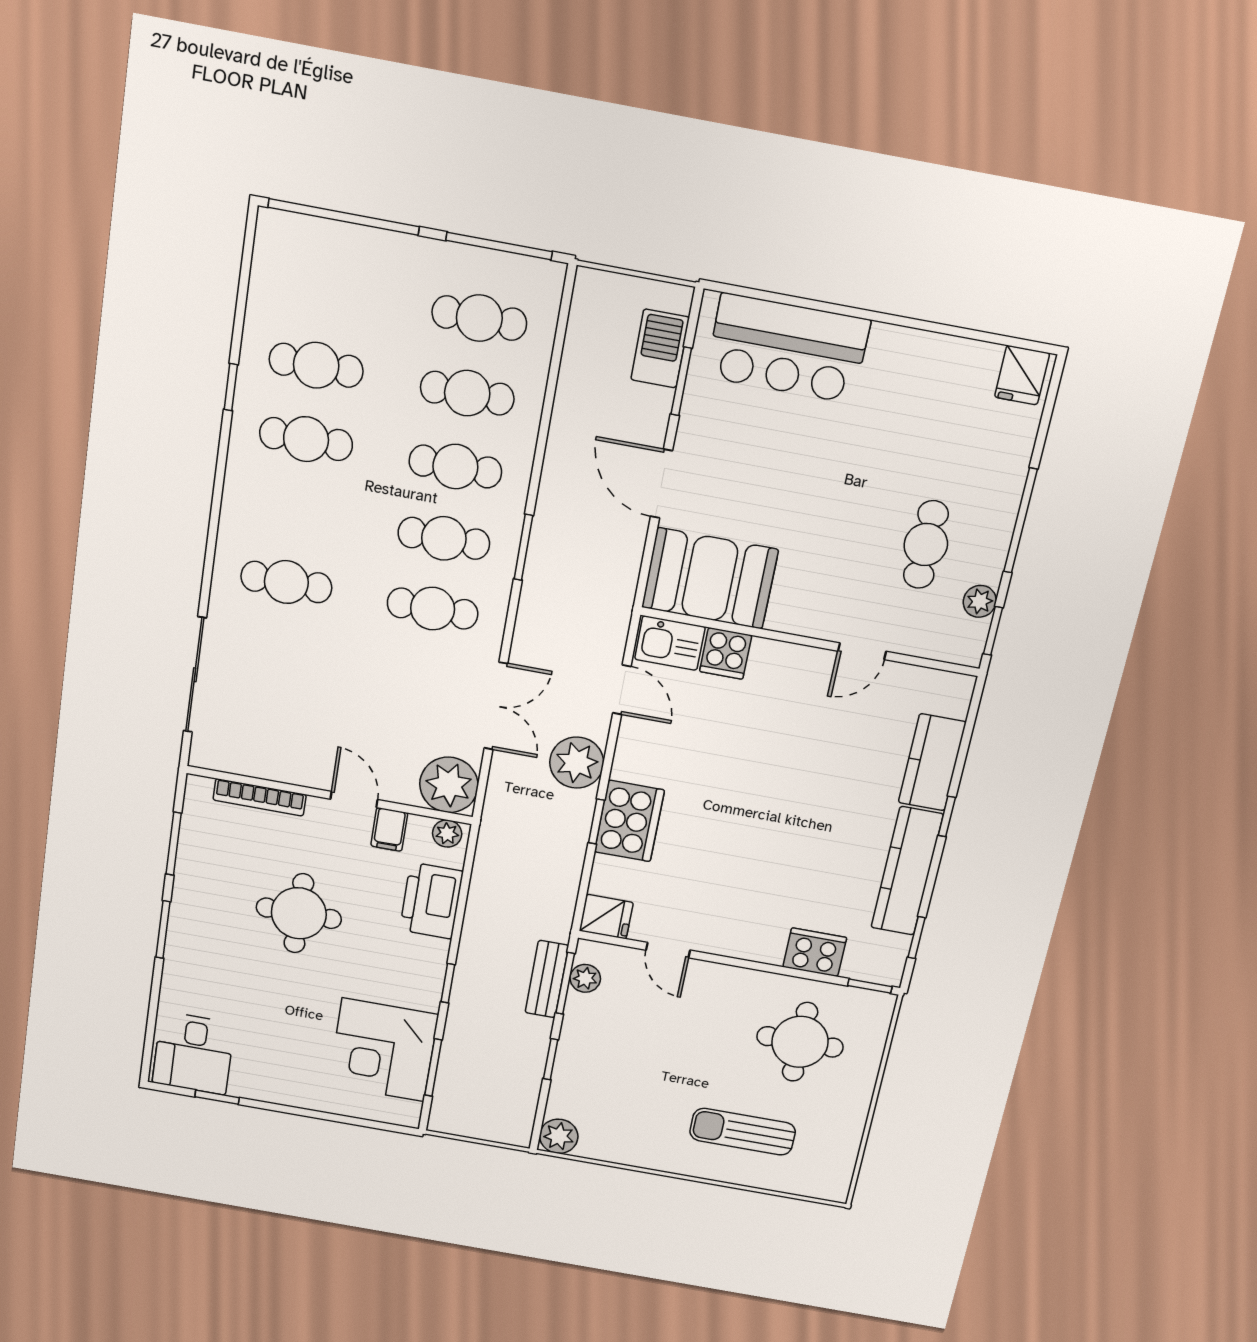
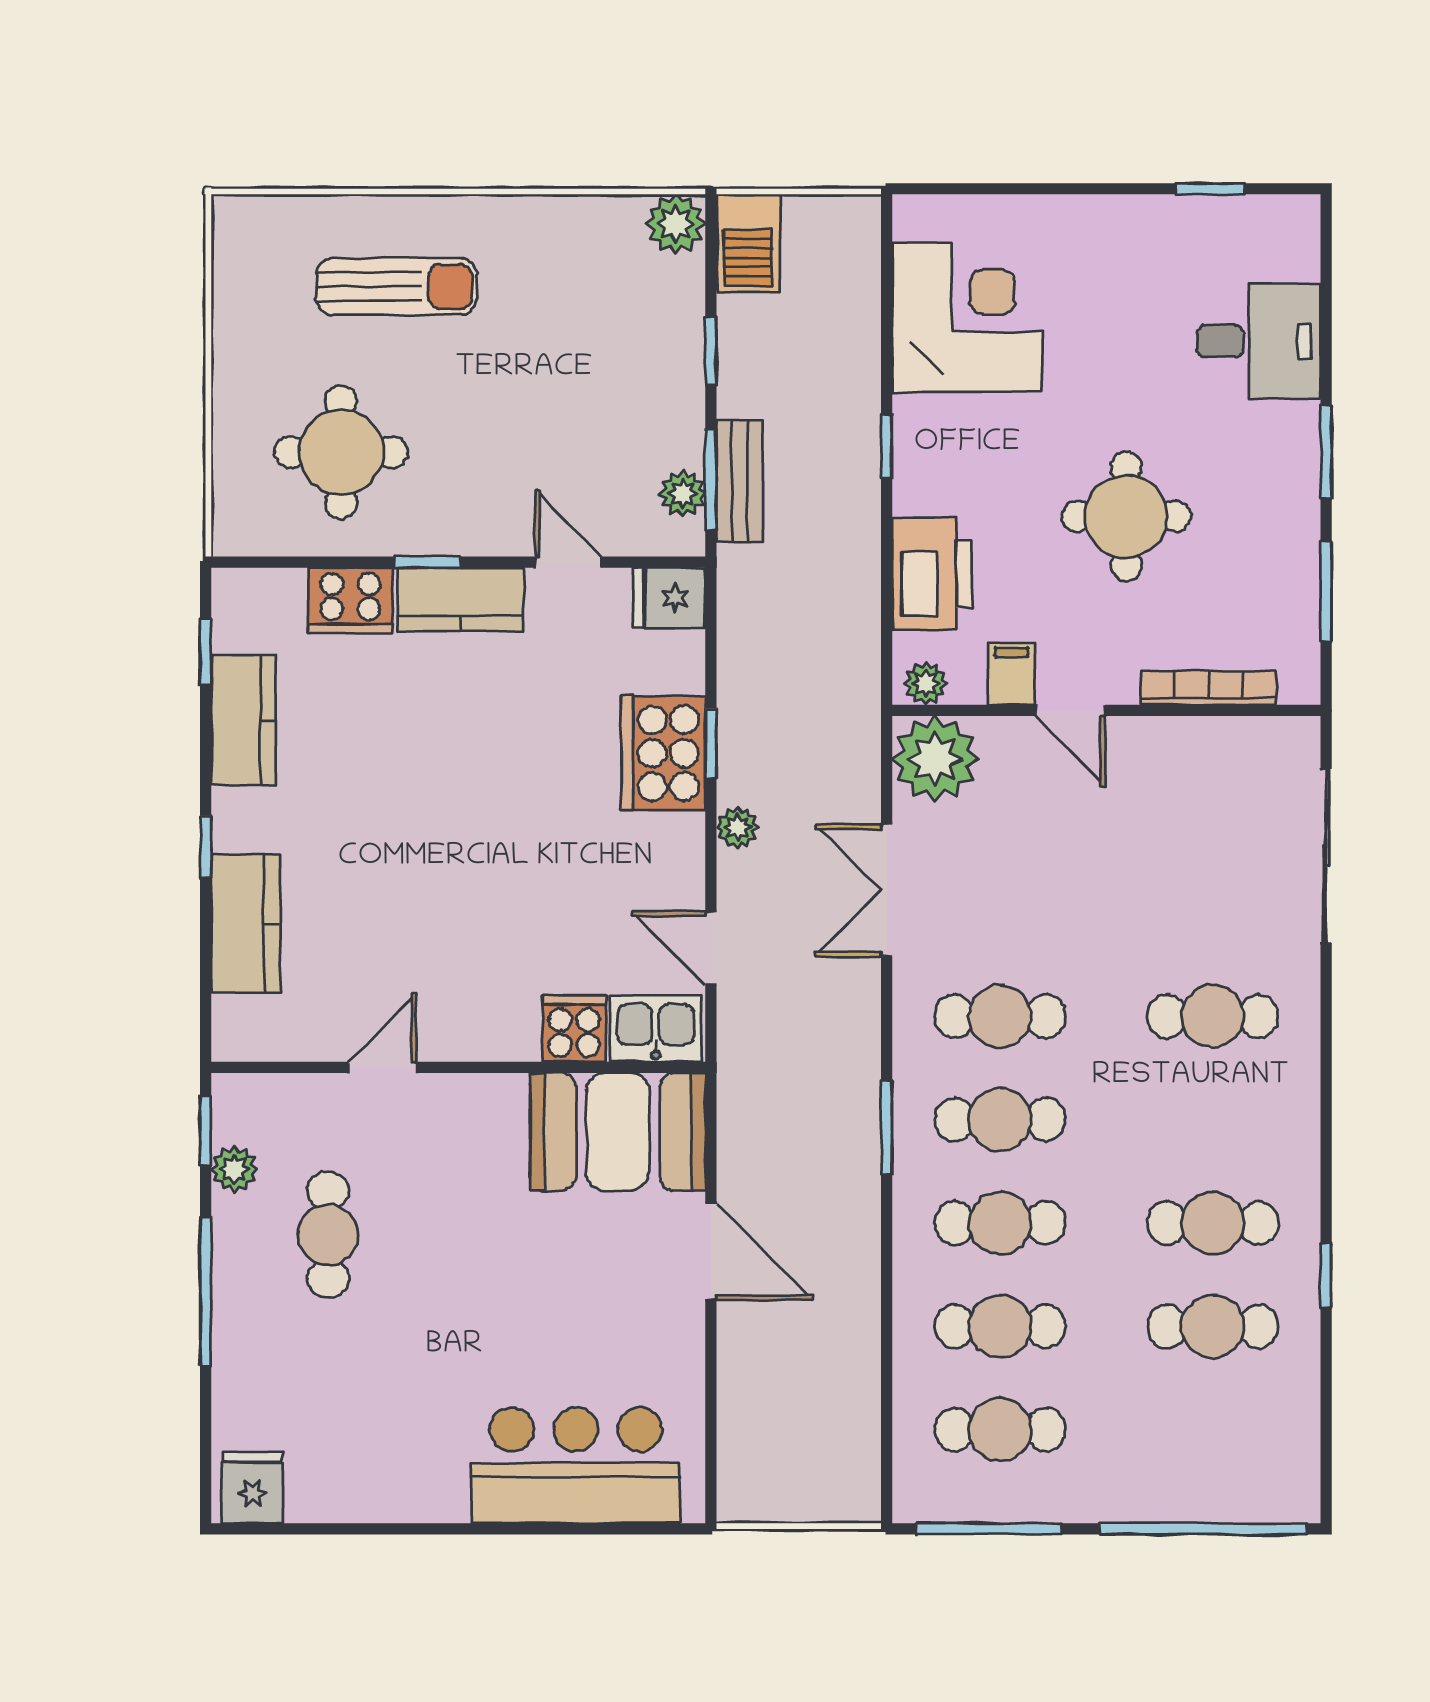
barbecue: (660, 348) -> (748, 243), moved
window: (681, 381) -> (711, 1395), removed
plant: (577, 763) -> (737, 827), width x0.53, depth x0.53
kitchen counter: (907, 871) -> (244, 720), width x0.67
kitchen counter: (743, 940) -> (460, 599), added
window: (870, 986) -> (427, 562), moved
desk: (193, 1053) -> (1259, 341), moved, turned 90
window: (433, 1068) -> (887, 303), removed

